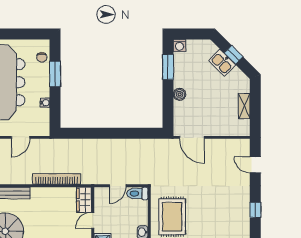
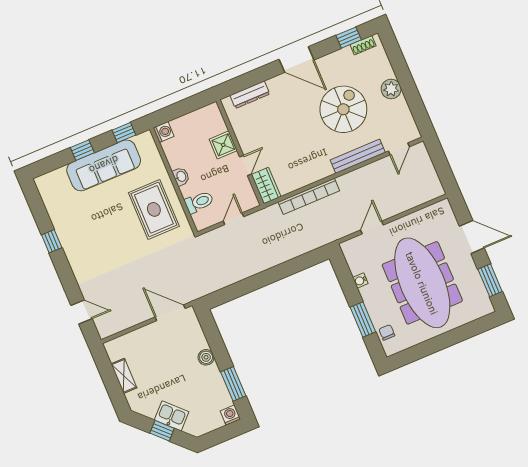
toilet: (137, 194) -> (199, 202), moved
window: (255, 210) -> (52, 241), moved

